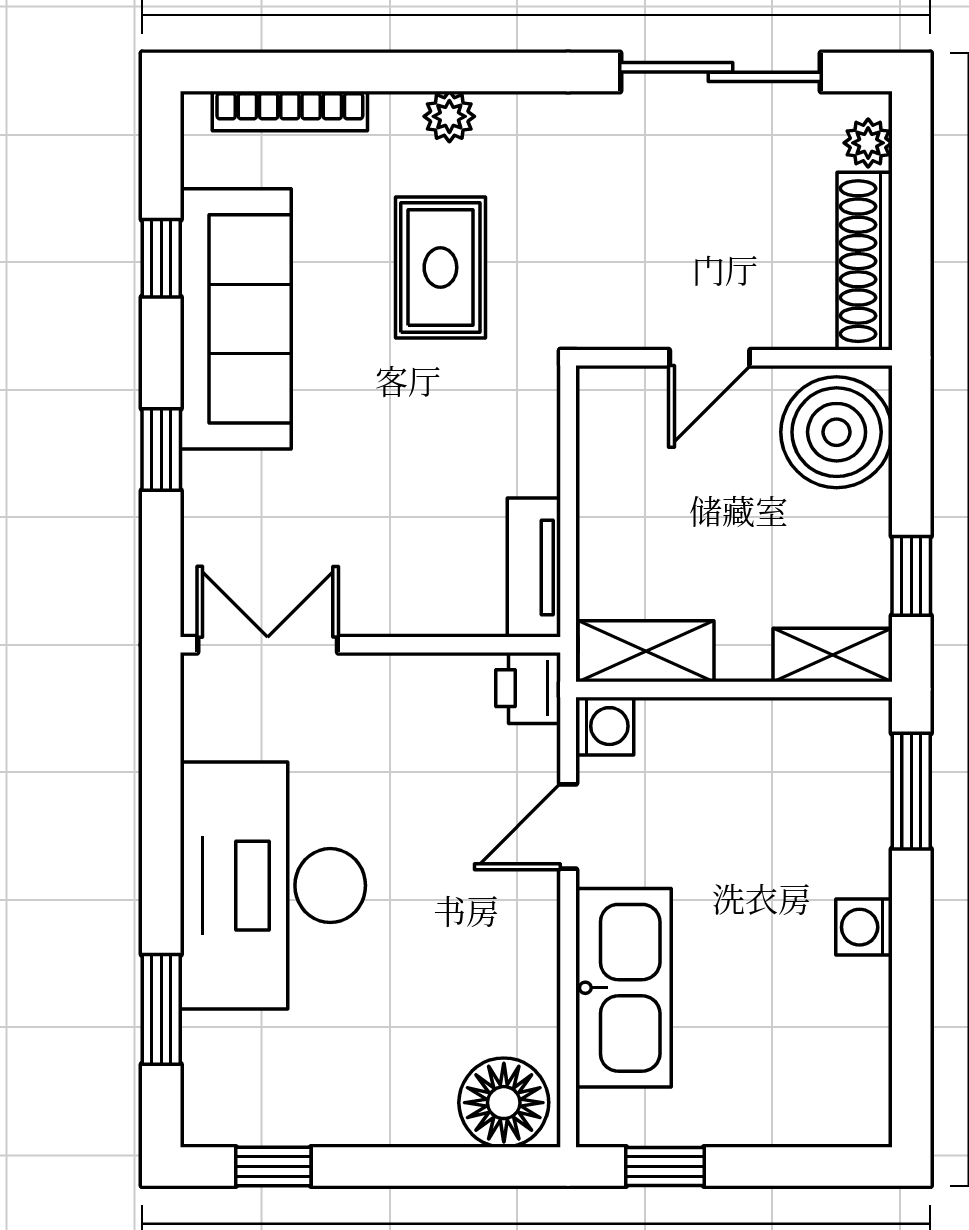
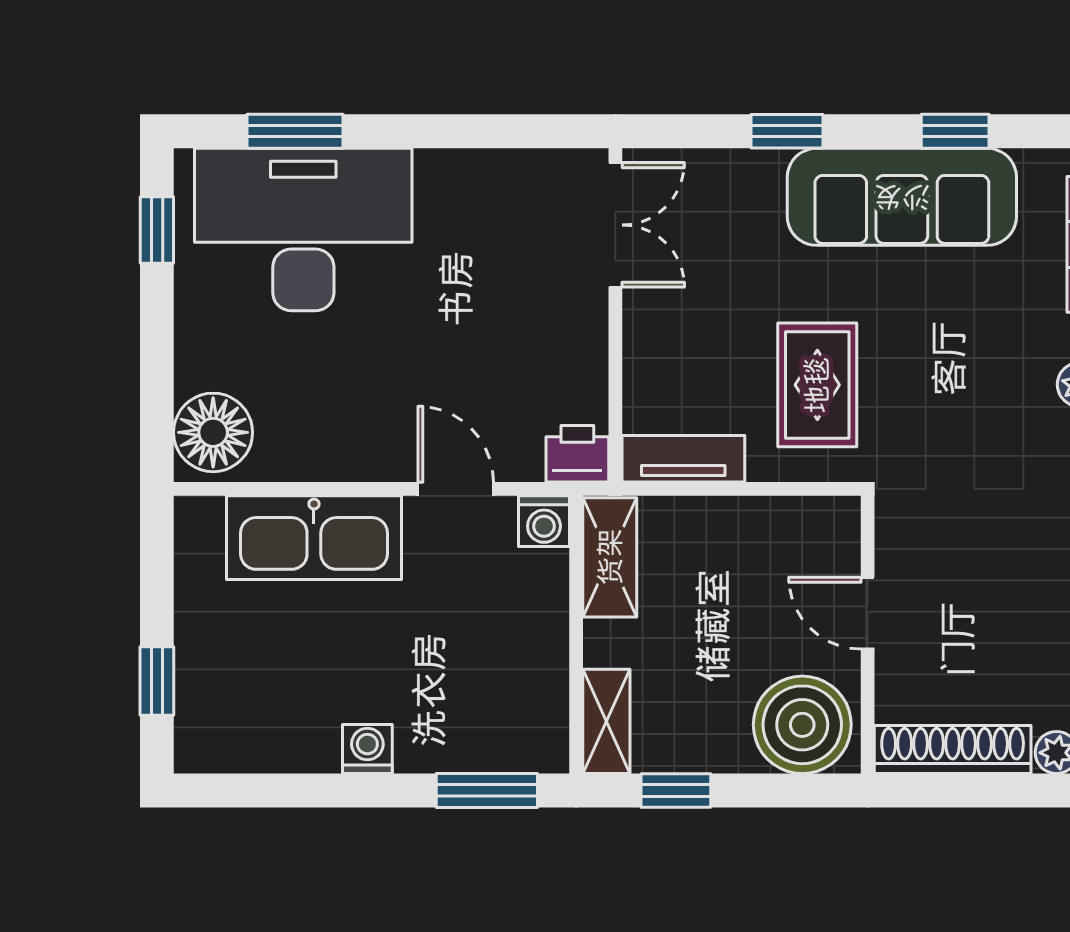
rug: (440, 268) -> (817, 385), moved, turned 90
desk: (273, 886) -> (303, 229), moved
window: (665, 1167) -> (157, 681), moved

